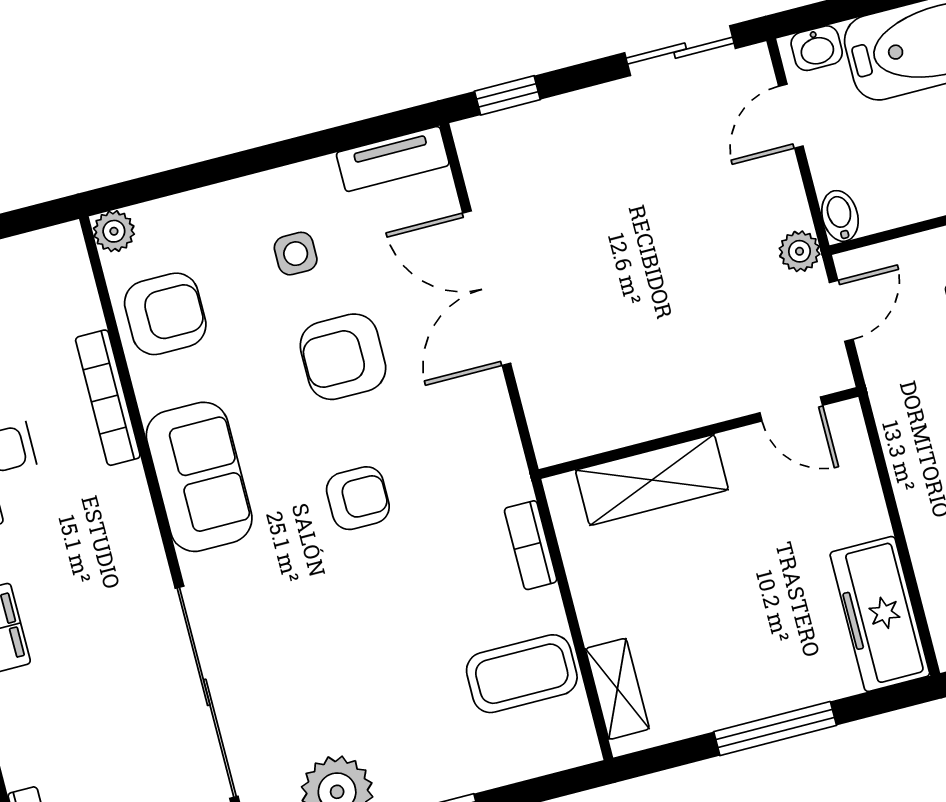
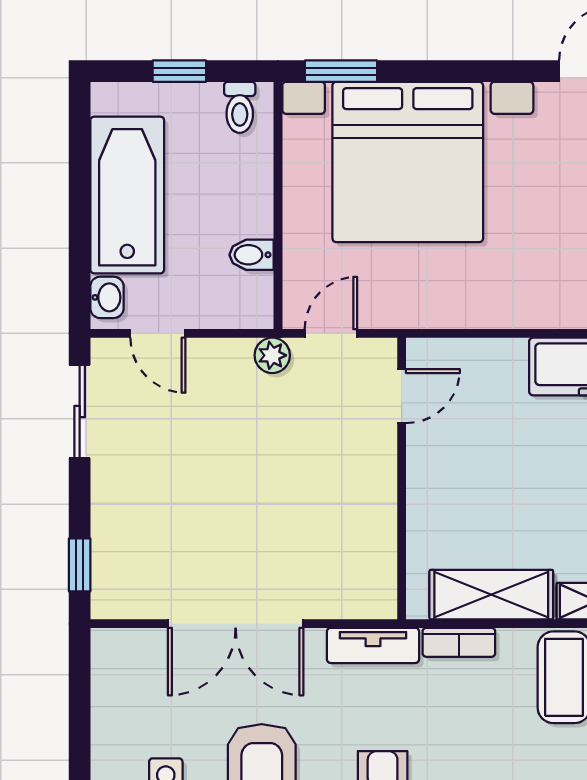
tv unit: (393, 159) -> (373, 645), moved, turned 90
bidet: (840, 216) -> (252, 255), moved
door: (841, 311) -> (331, 333), hinge flipped
shelving: (652, 480) -> (491, 595), moved, turned 90

